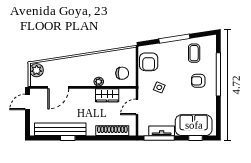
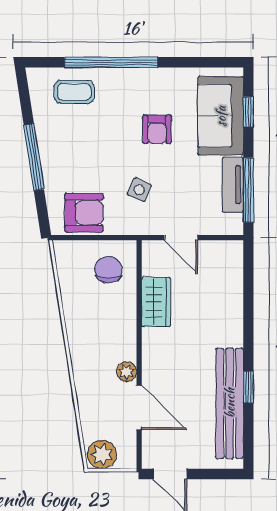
coffee table: (194, 53) -> (74, 92), moved
armchair: (198, 81) -> (157, 129), moved
plant: (99, 82) -> (127, 372), moved
shoe rack: (112, 131) -> (232, 291), removed

